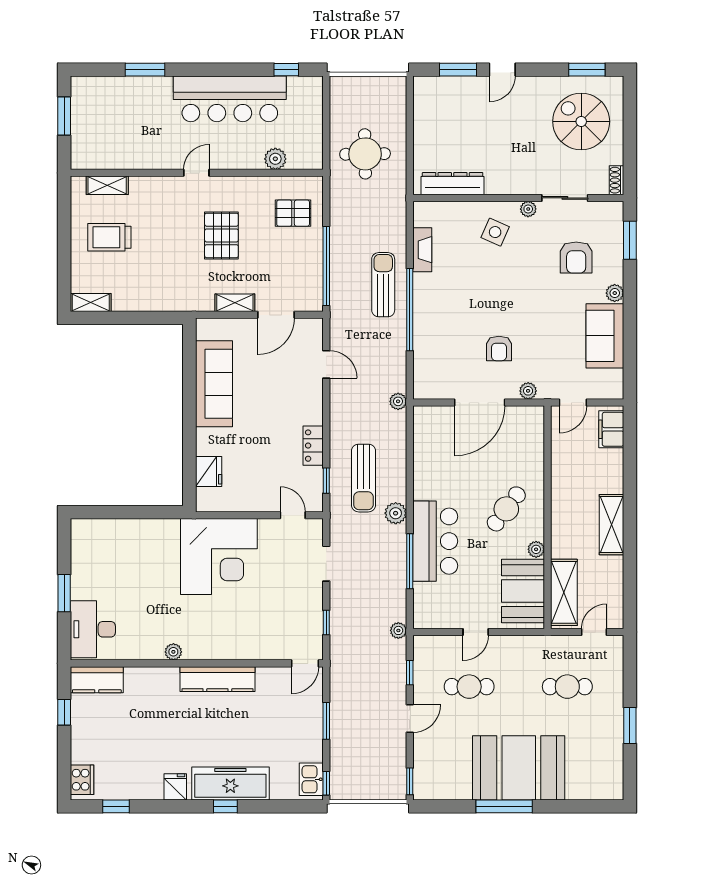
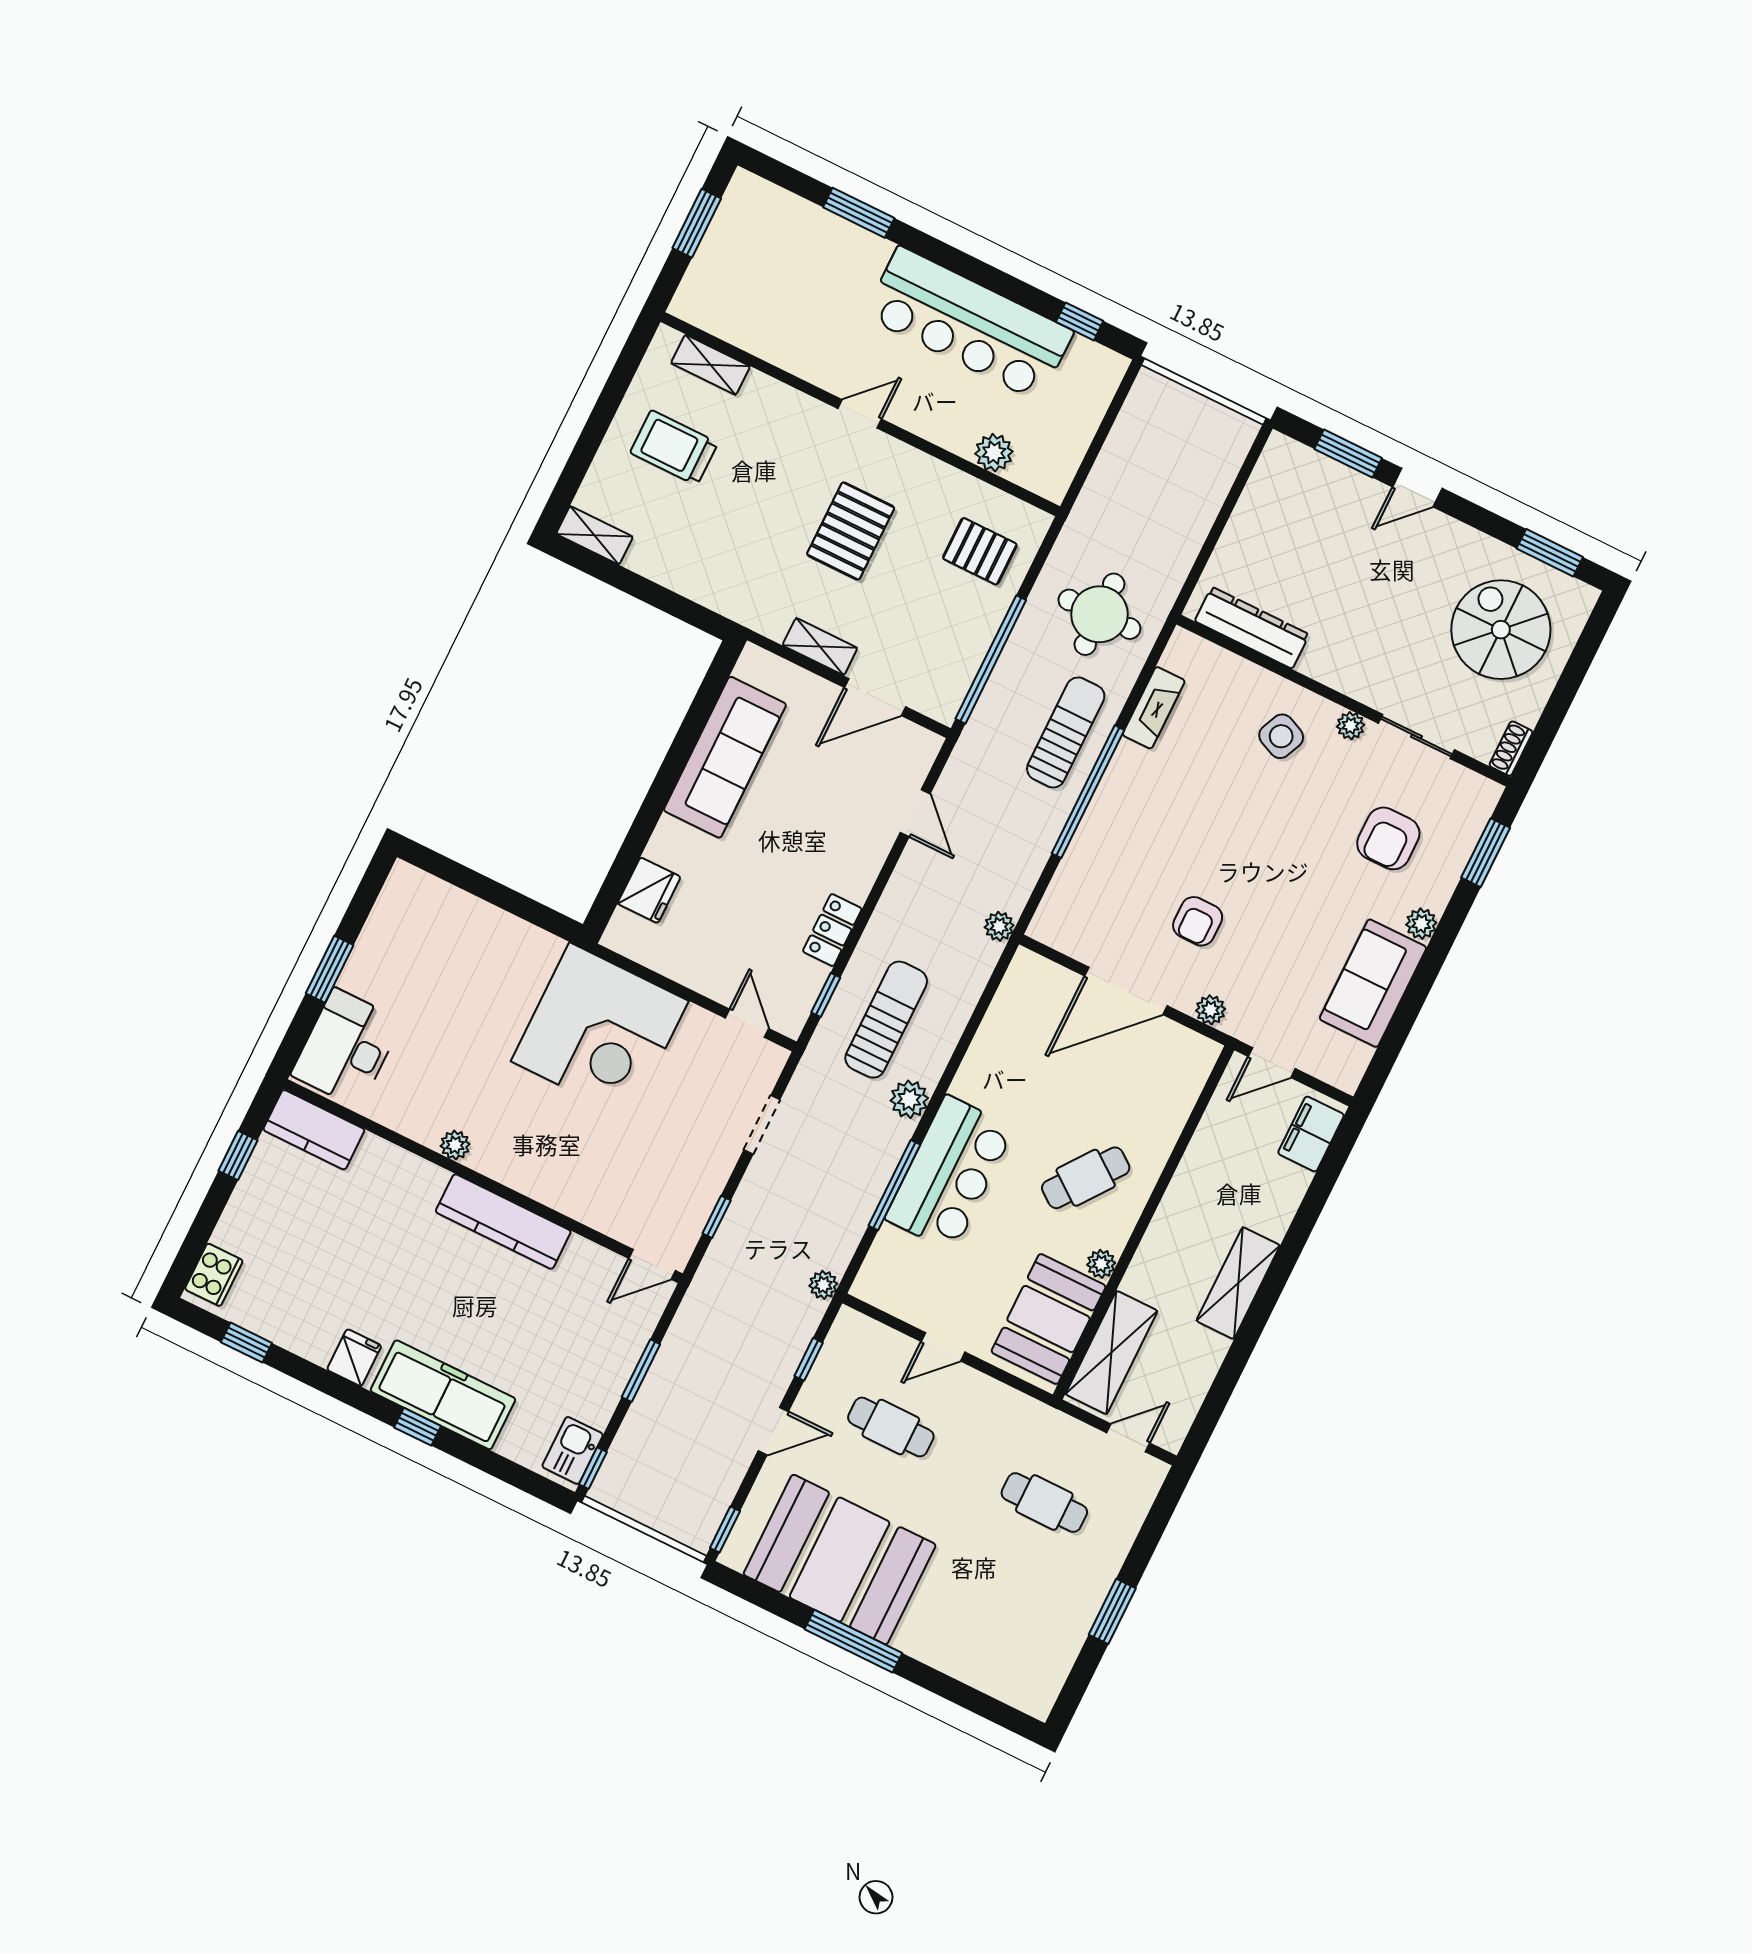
round table: (365, 154) -> (1099, 614), moved
sun lounger: (363, 478) -> (886, 1020), turned 180
booth: (519, 768) -> (840, 1560), moved

